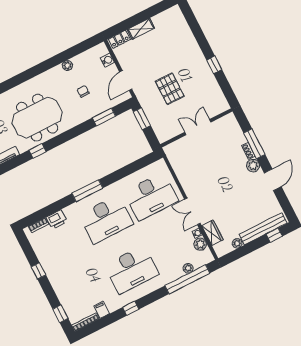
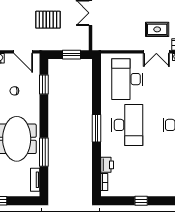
window: (142, 119) -> (71, 55), moved
window: (38, 151) -> (44, 152), width x2.17
desk: (151, 196) -> (127, 79), turned 180
rug: (215, 201) -> (157, 29), added

